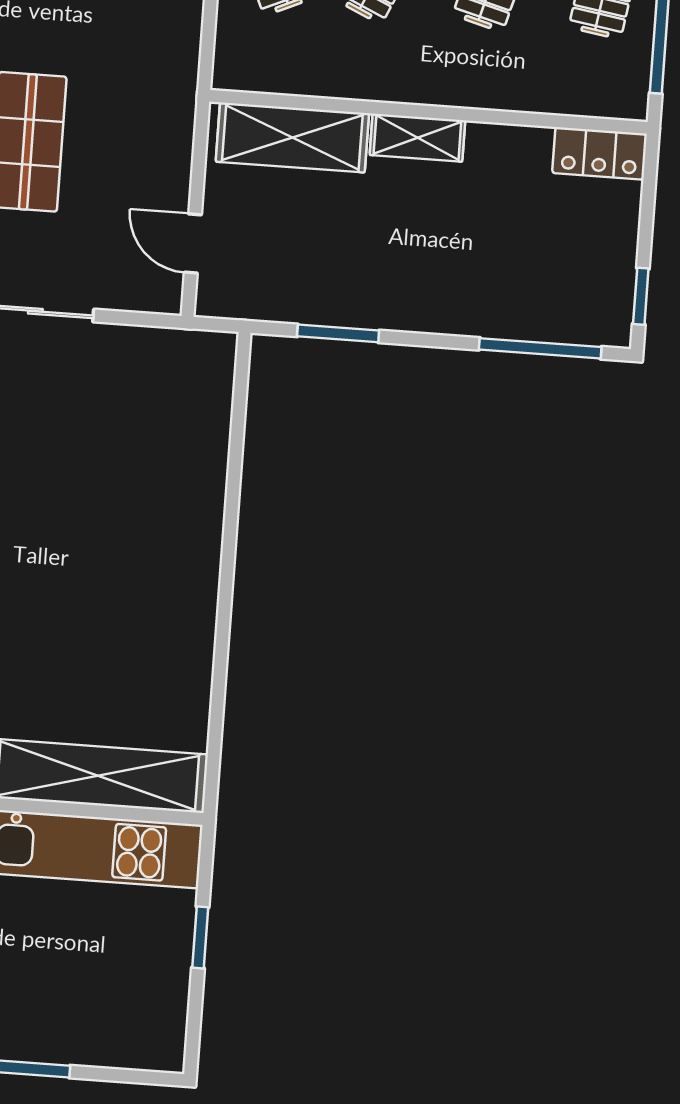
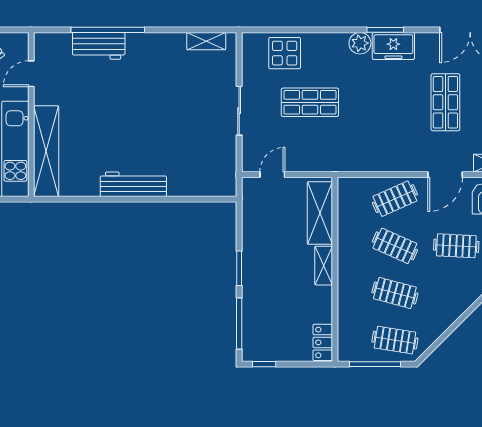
window: (338, 333) -> (239, 268), moved
workbench: (192, 575) -> (133, 184), added

